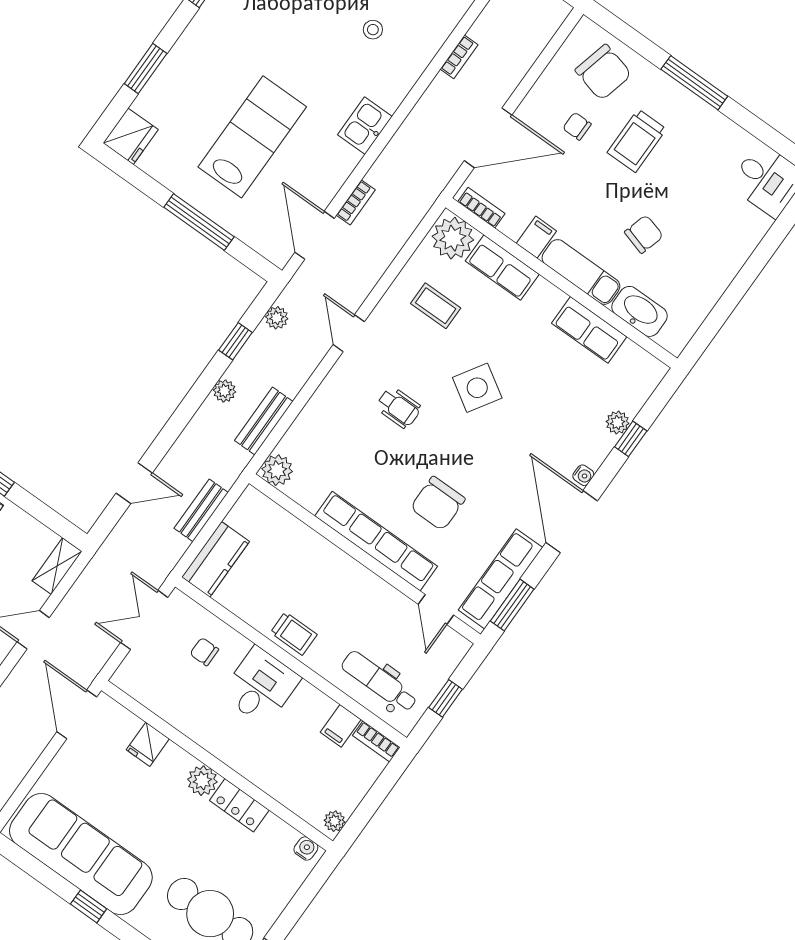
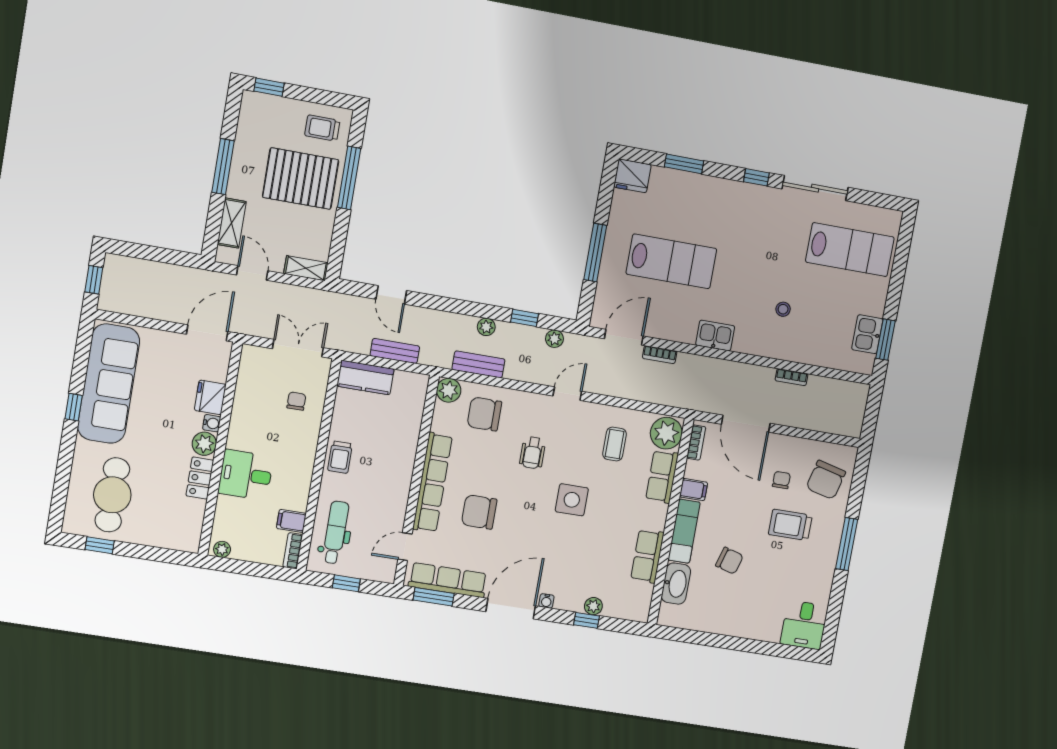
side table: (477, 388) -> (572, 500), turned -32
chair: (325, 442) -> (484, 414), added
desk: (261, 686) -> (246, 475), moved, turned 180
fridge: (148, 744) -> (210, 397), width x1.38
water cooler: (306, 849) -> (212, 423), moved

